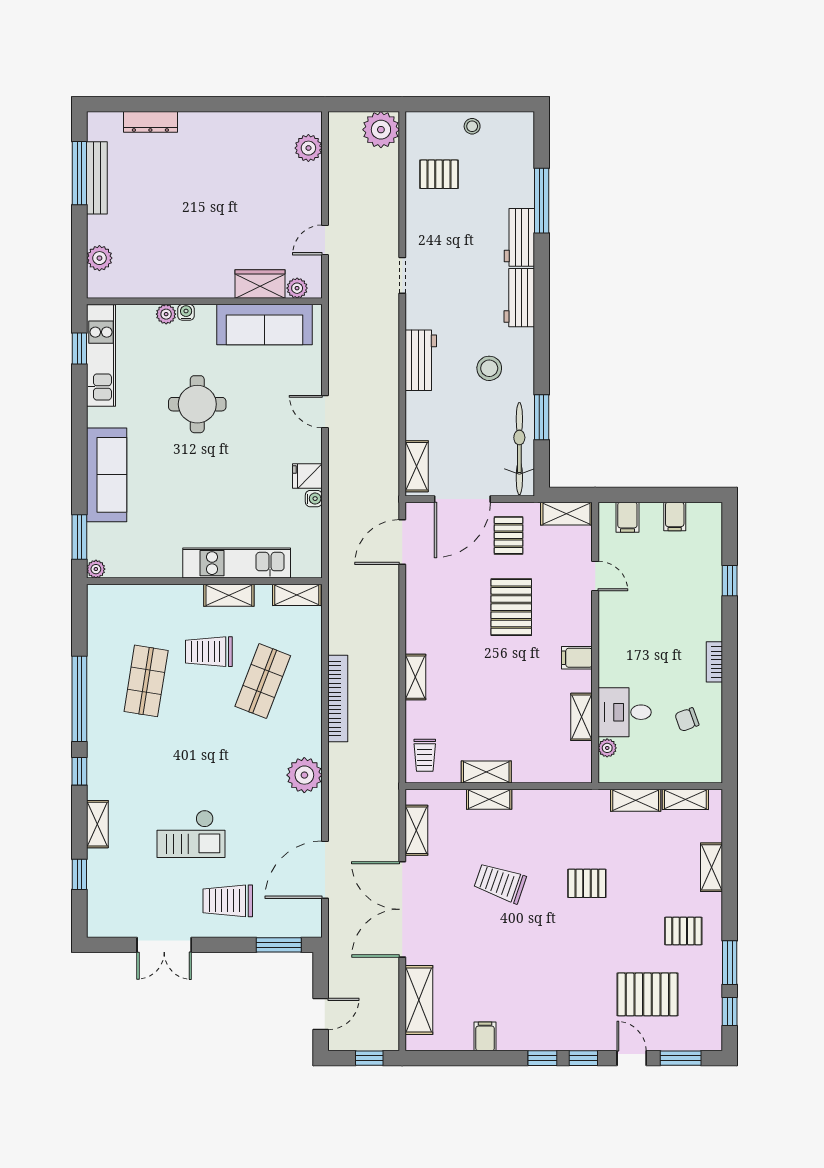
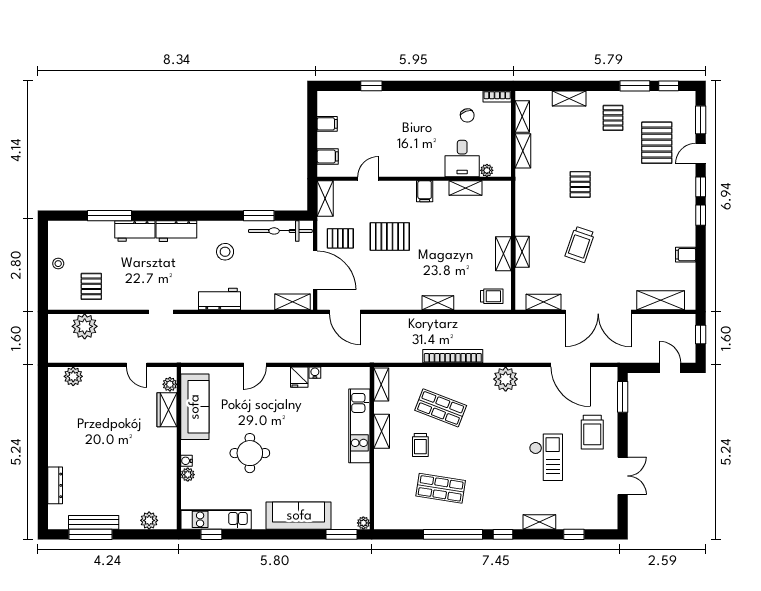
plant: (381, 130) -> (85, 326), moved
trolley: (209, 652) -> (420, 445), width x0.73, depth x0.72
bookcase: (714, 662) -> (497, 97), moved

